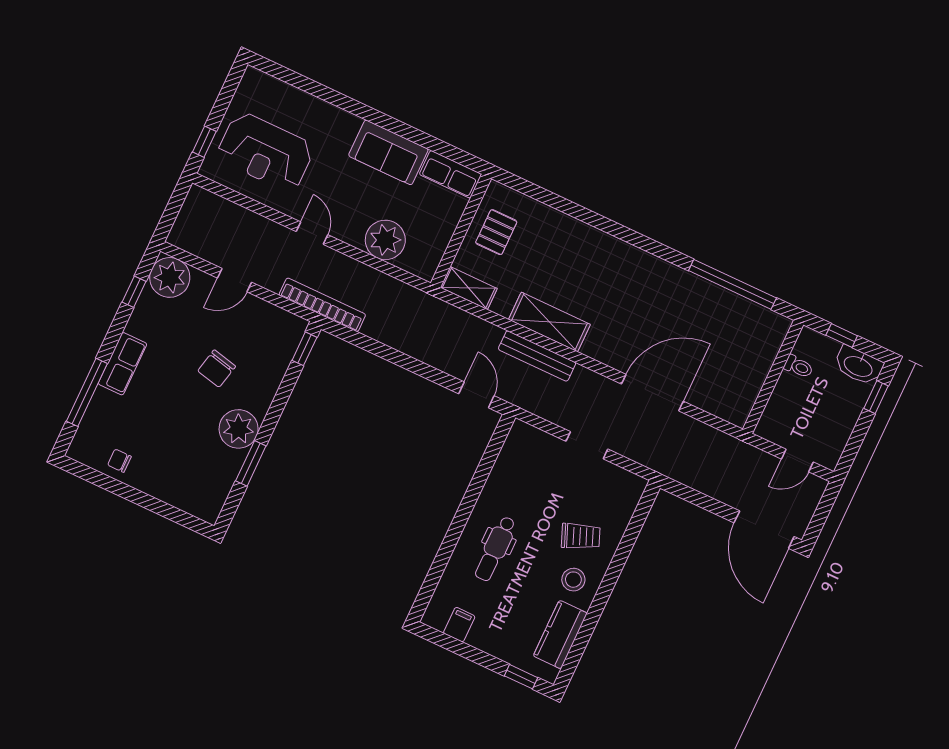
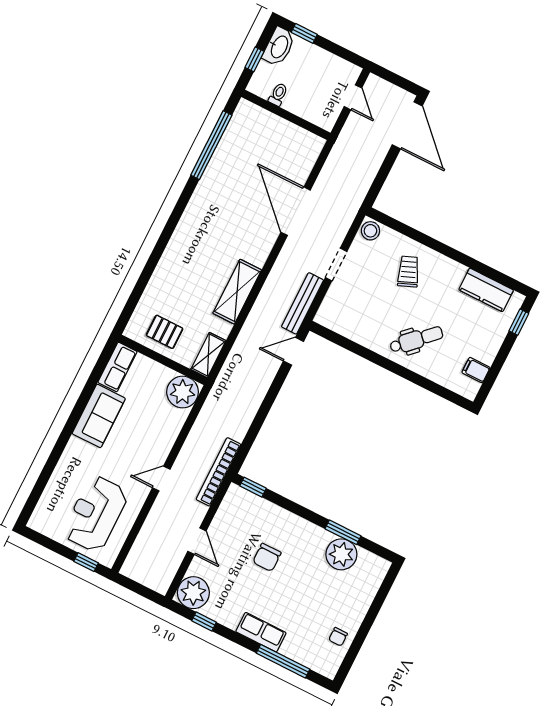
reception desk: (265, 152) -> (96, 514), turned 180
plant: (385, 240) -> (183, 392), moved
bench: (537, 356) -> (302, 303), moved
chair: (217, 369) -> (267, 557), turned 77
plant: (239, 429) -> (341, 554), moved
door: (764, 530) -> (407, 125), hinge flipped
dental chair: (495, 549) -> (416, 340), turned -44
stool: (573, 580) -> (370, 231), moved

